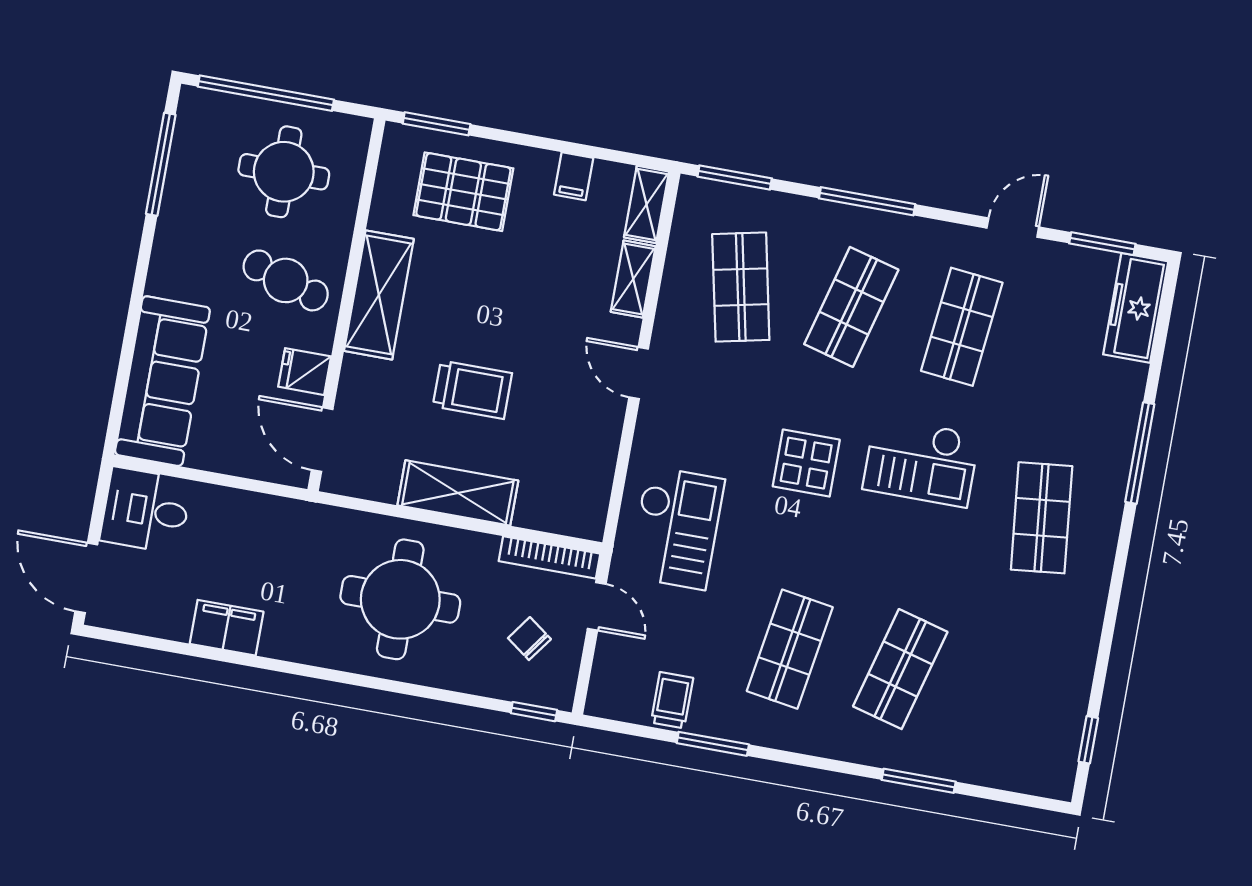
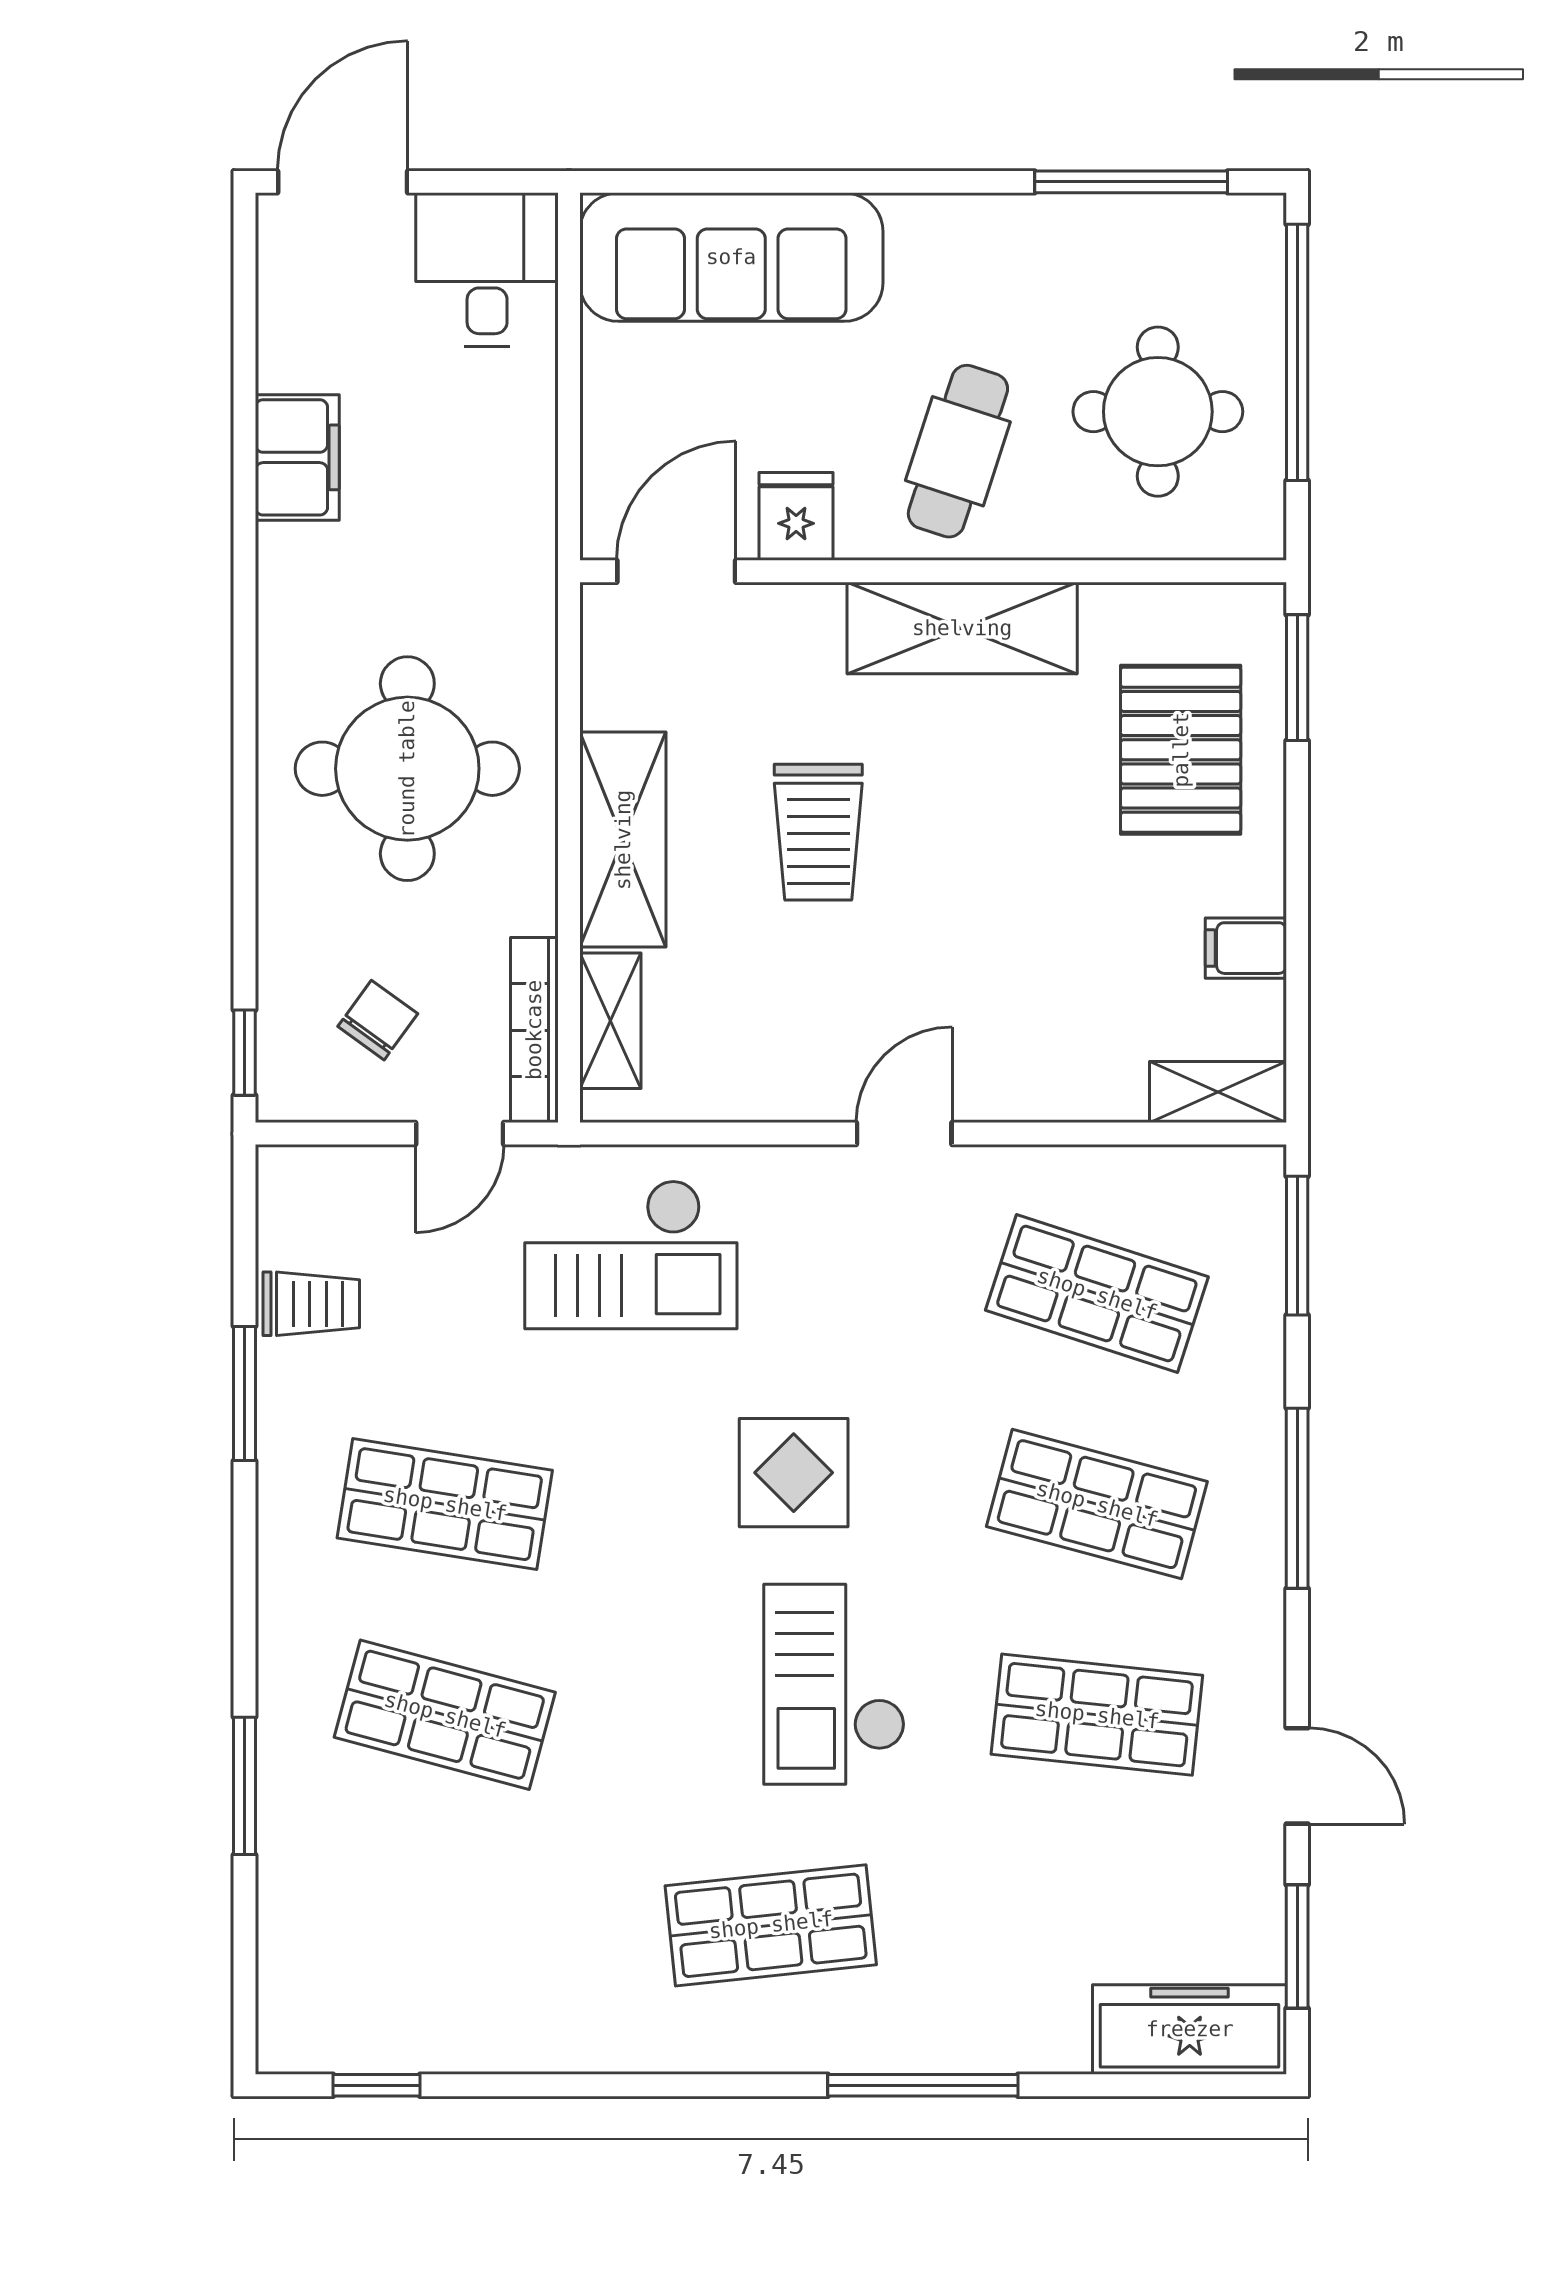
shelving: (633, 279) -> (610, 1021), moved, turned 90
shop shelf: (741, 287) -> (1097, 1294), turned 30

